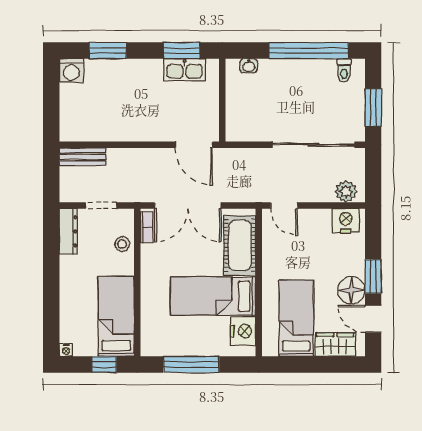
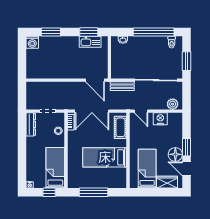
bench: (83, 157) -> (122, 86), moved
nightstand: (346, 221) -> (160, 119), moved
cot: (240, 245) -> (120, 127), width x0.73, depth x0.75
nightstand: (243, 331) -> (120, 175), removed

